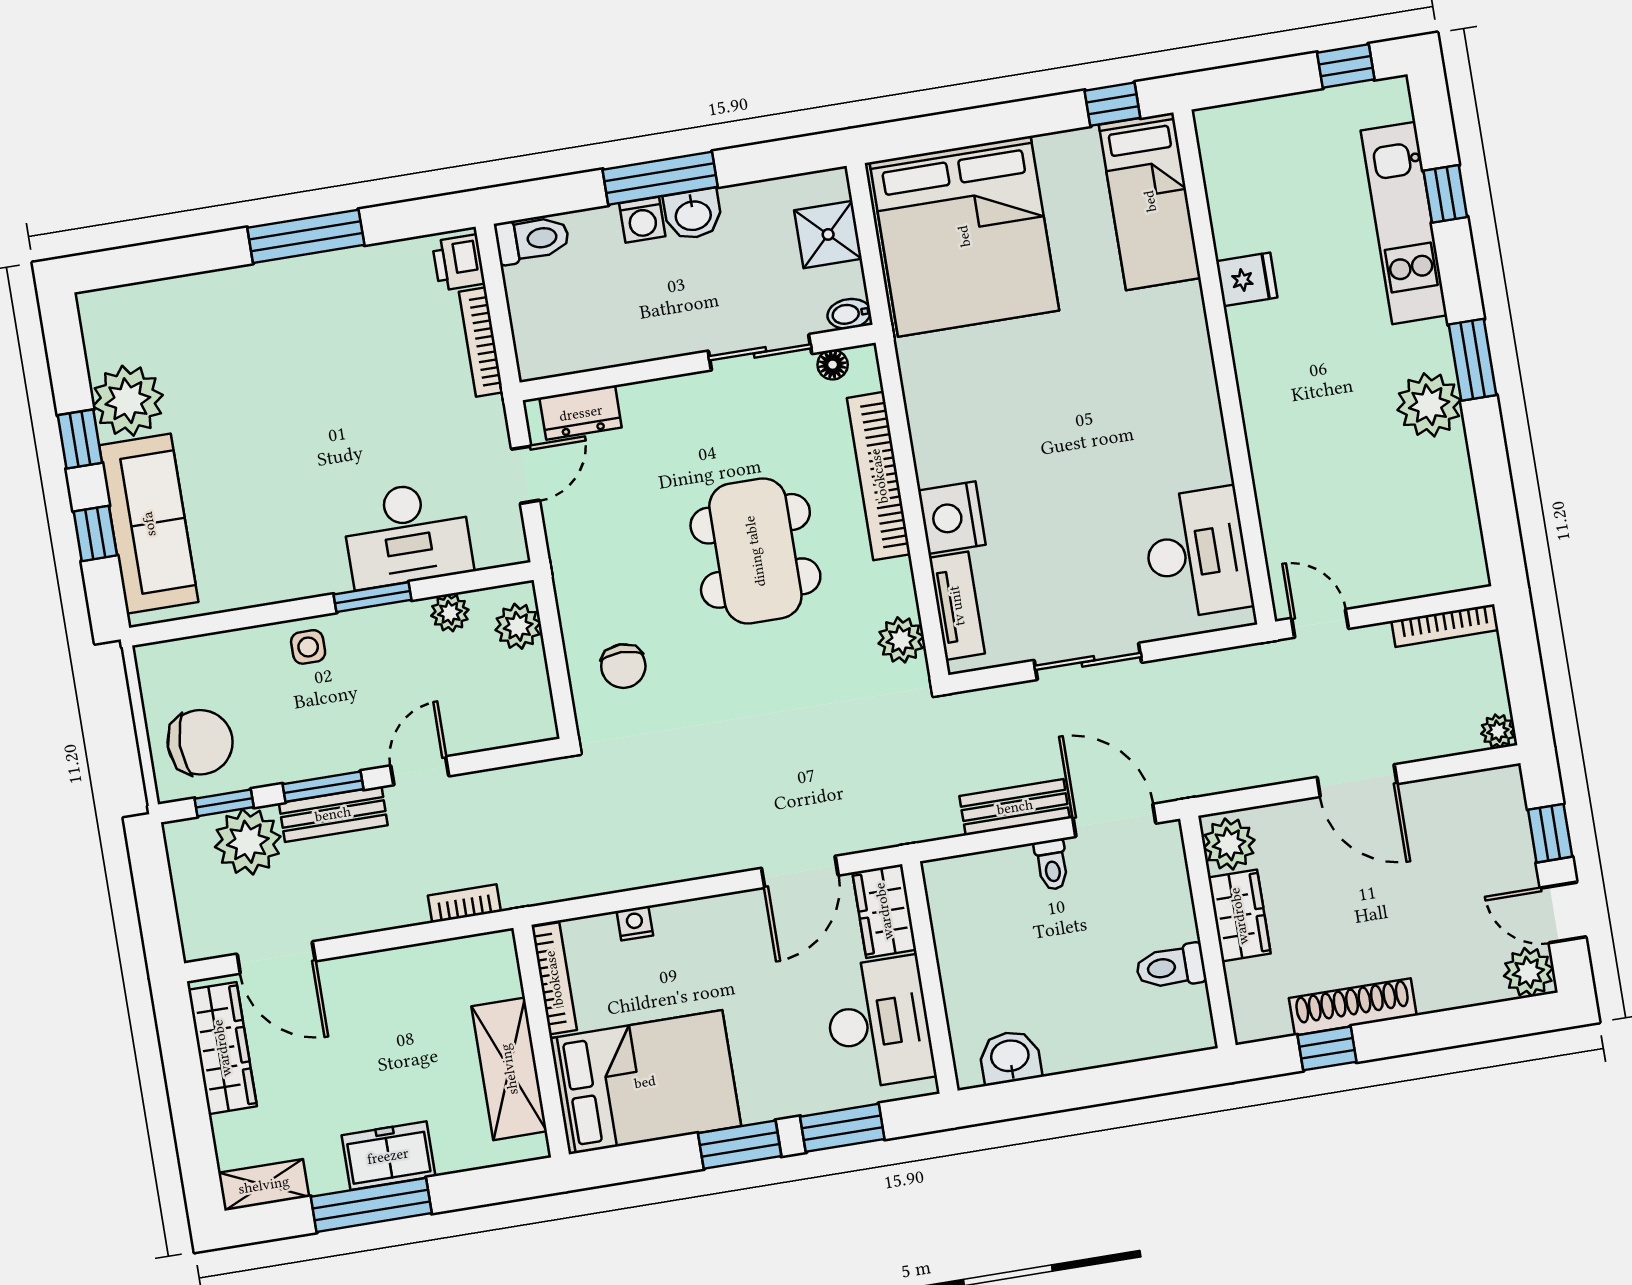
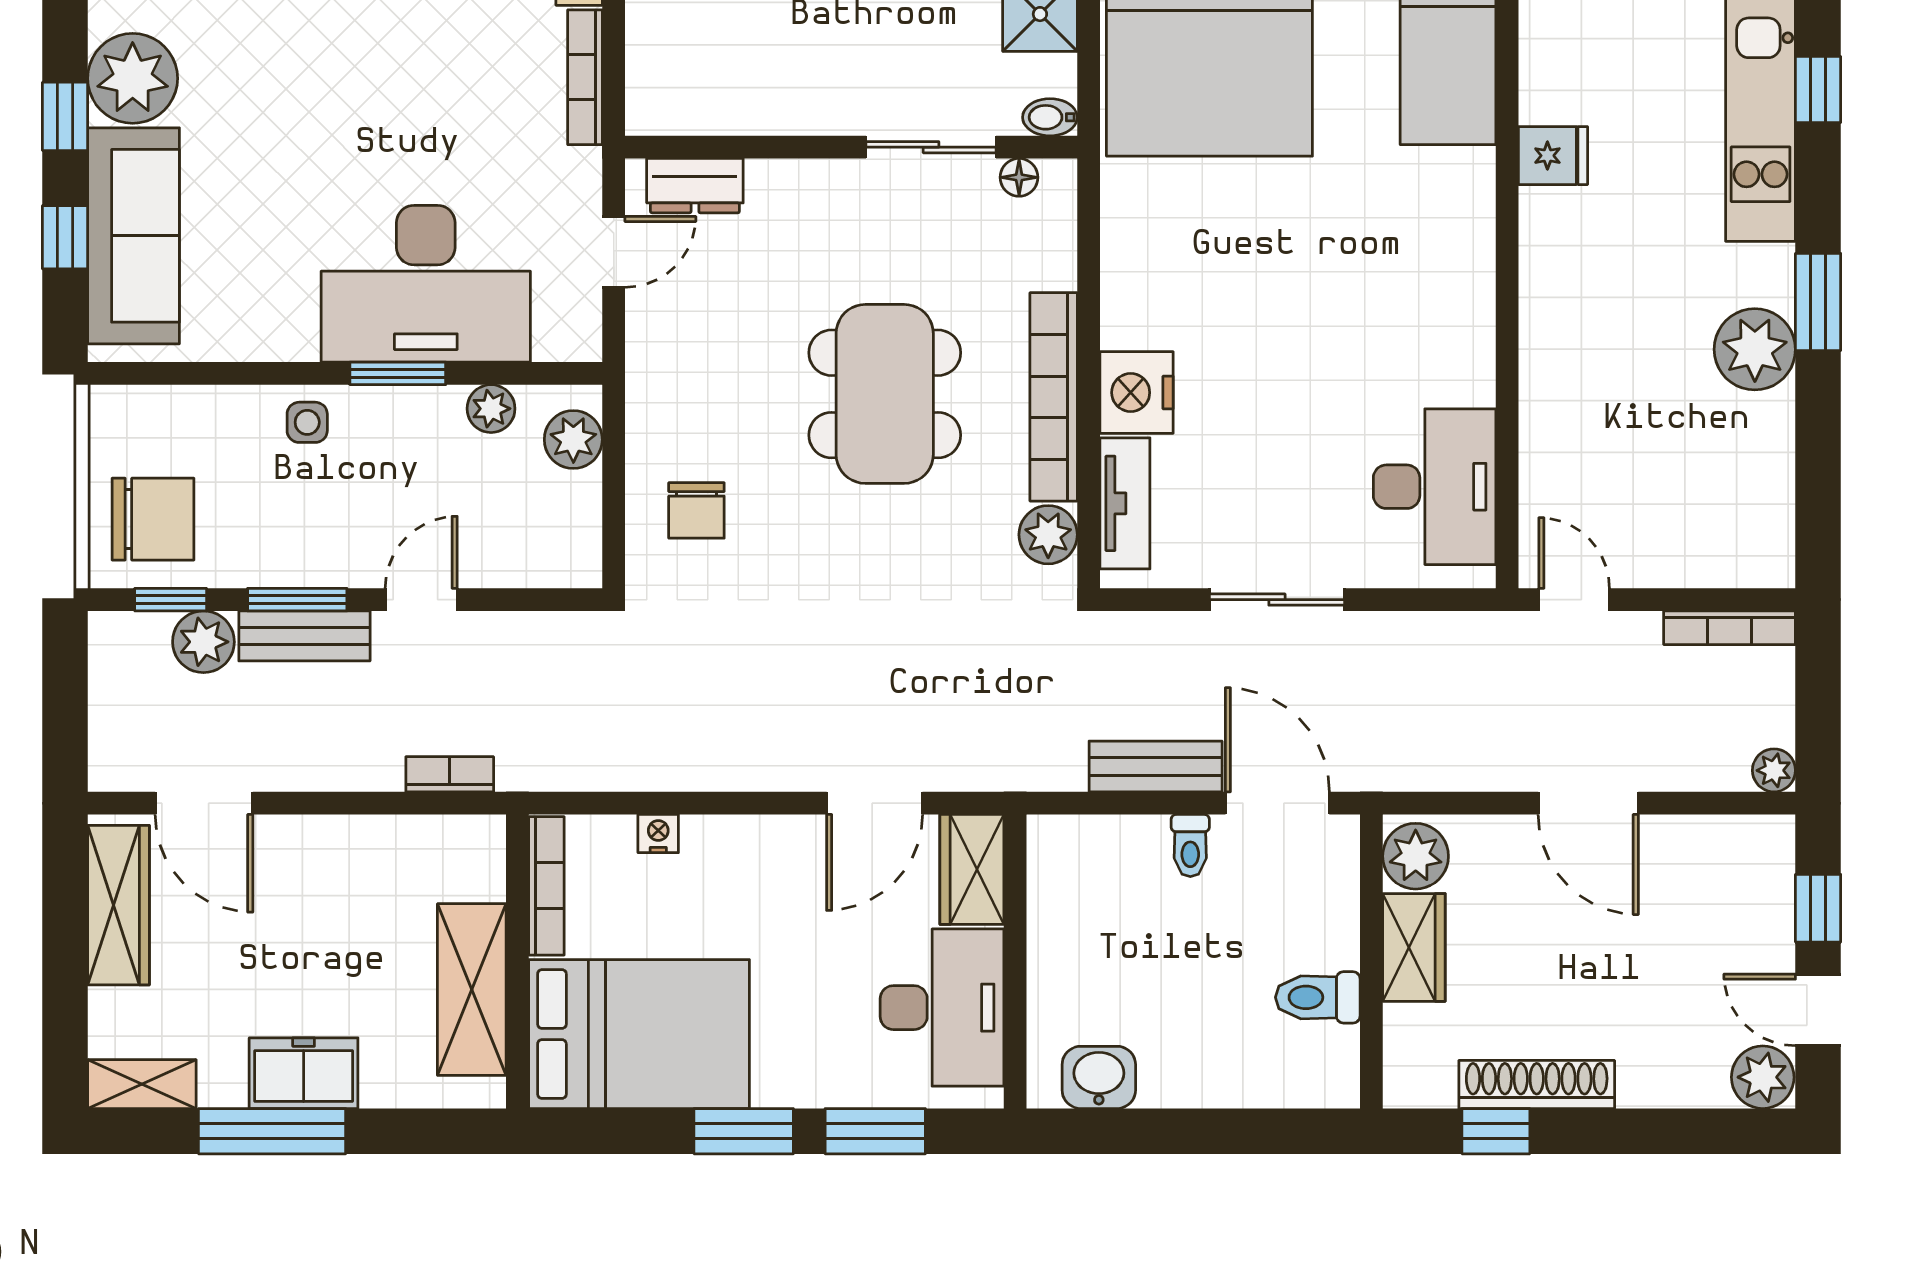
bookcase: (879, 476) -> (1054, 397), moved
desk: (407, 534) -> (426, 284), width x1.36, depth x1.30
plant: (248, 842) -> (203, 642), width x0.73, depth x0.73

